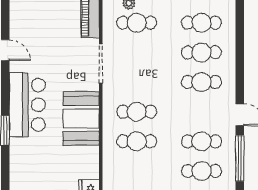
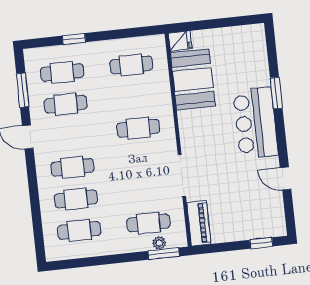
booth: (81, 118) -> (193, 79), moved
cafe table: (137, 141) -> (131, 65), moved
window: (240, 158) -> (23, 90), width x0.69

